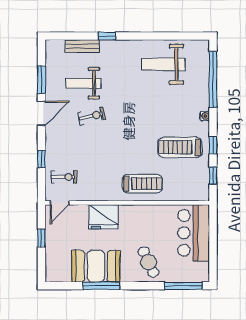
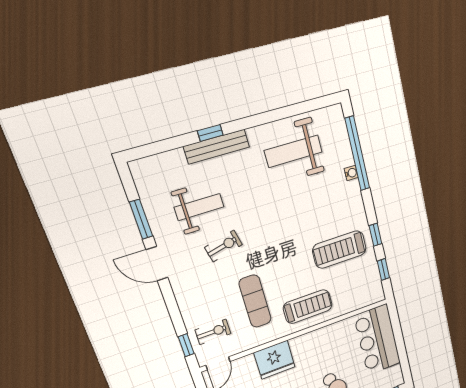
bench: (82, 46) -> (217, 147), moved, width x1.36
weight bench: (83, 83) -> (199, 207), turned 180
door: (41, 113) -> (157, 264), swing flipped
water cooler: (205, 116) -> (351, 173), moved
window: (41, 159) -> (186, 345), moved
exercise mat: (103, 165) -> (255, 301), added

